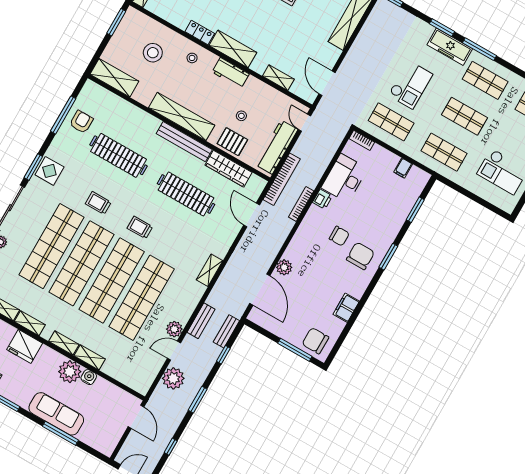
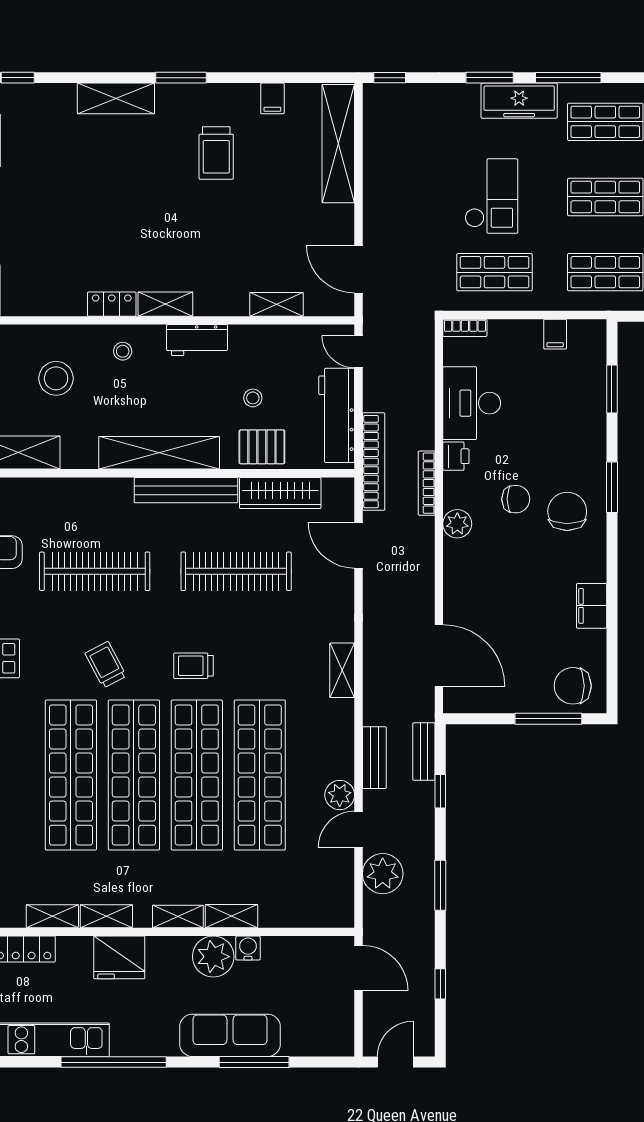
shelving: (233, 49) -> (165, 304), width x0.67, depth x0.75
trolley: (98, 203) -> (106, 665), turned 62
plant: (284, 267) -> (457, 524), moved

